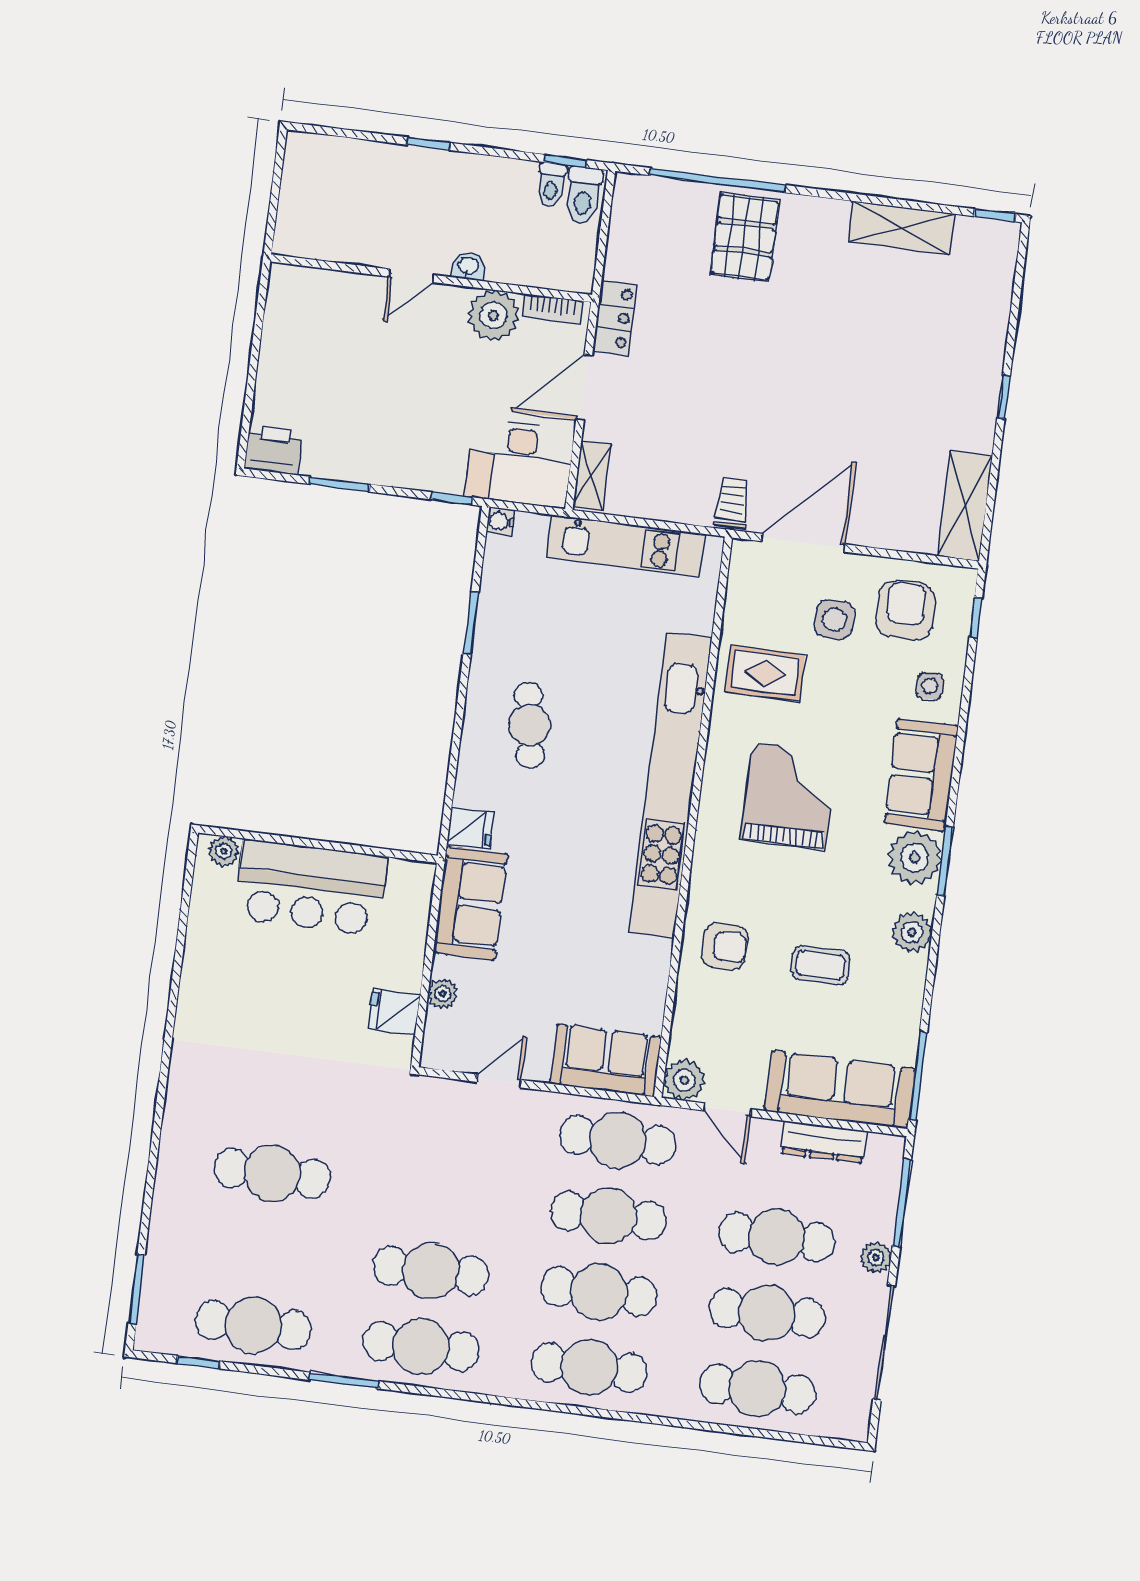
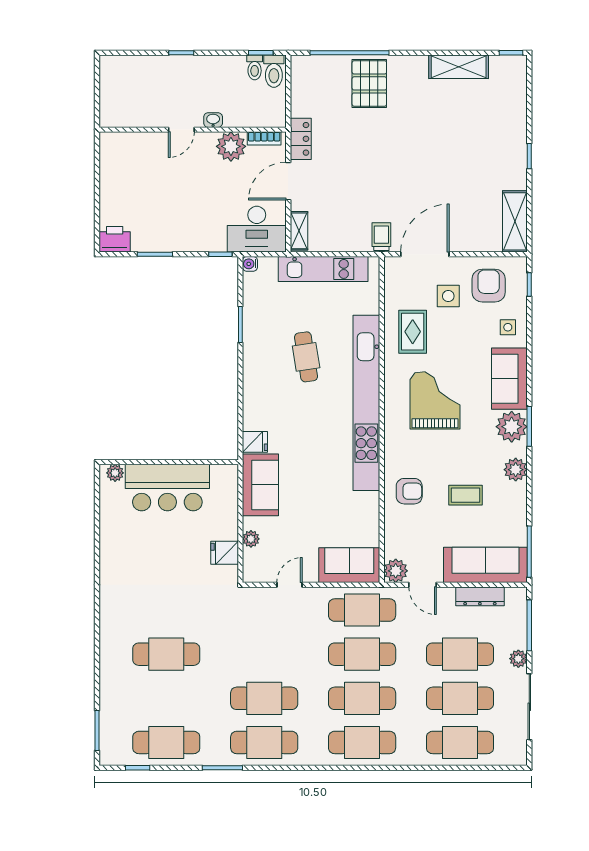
rug: (765, 673) -> (413, 332), turned 90
cafe table: (529, 725) -> (306, 357), moved

